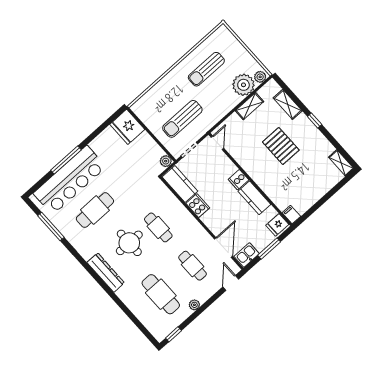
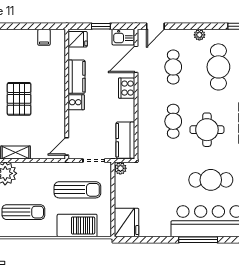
barbecue: (160, 94) -> (77, 225), added
cooker: (198, 206) -> (127, 88), moved
filing cabinet: (291, 215) -> (44, 37), moved
window: (269, 249) -> (101, 26), width x0.67

